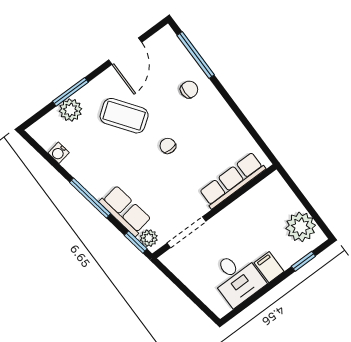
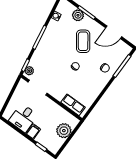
row of seats: (232, 180) -> (73, 105), width x0.68
row of seats: (125, 211) -> (39, 56), removed
plant: (301, 227) -> (64, 131), moved

